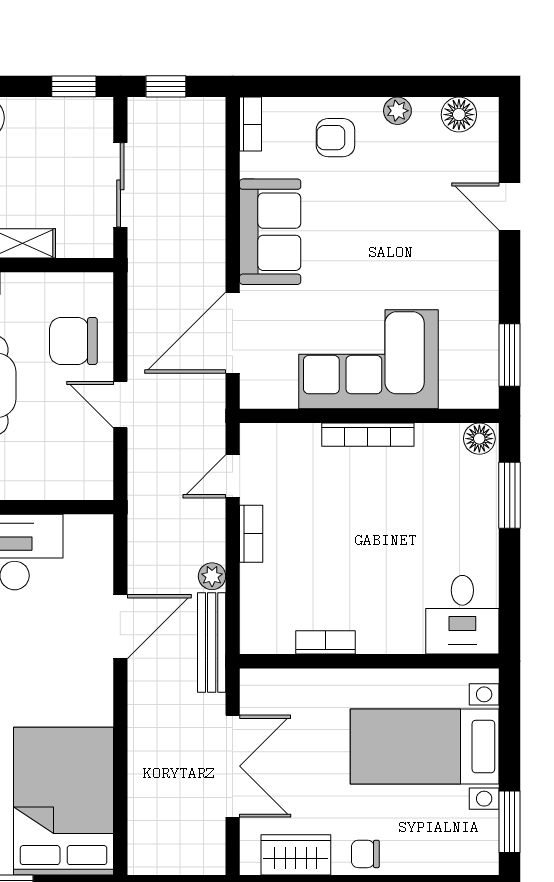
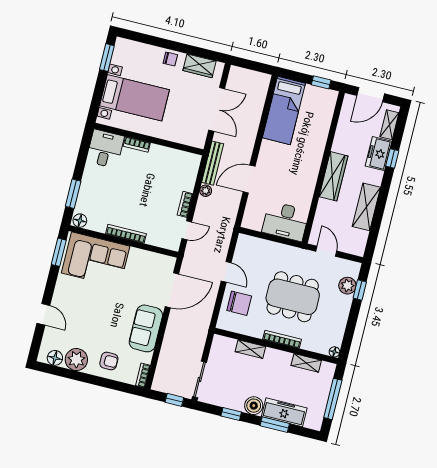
window: (74, 86) -> (231, 414), moved
plant: (397, 111) -> (76, 360), width x1.88, depth x1.88
sliding door: (120, 185) -> (199, 379), moved
corner sofa: (368, 359) -> (96, 260), moved
bookcase: (326, 642) -> (137, 144), moved
double door: (233, 766) -> (217, 109), swing flipped
bed: (64, 801) -> (284, 111), width x0.67

